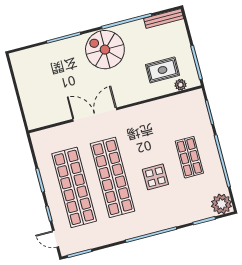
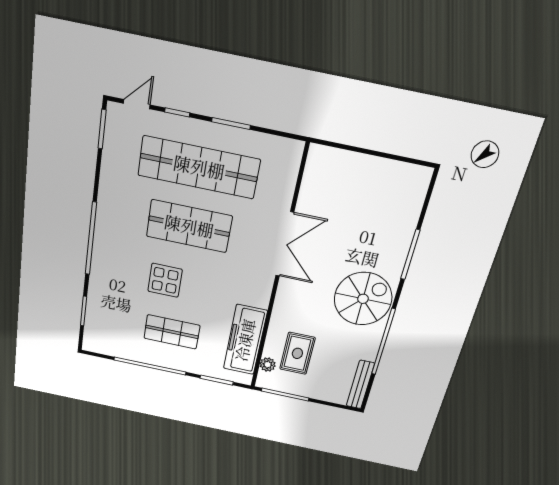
freezer: (170, 108) -> (245, 340), added
shop shelf: (112, 177) -> (189, 226), width x0.71
plant: (221, 204) -> (97, 340), removed

